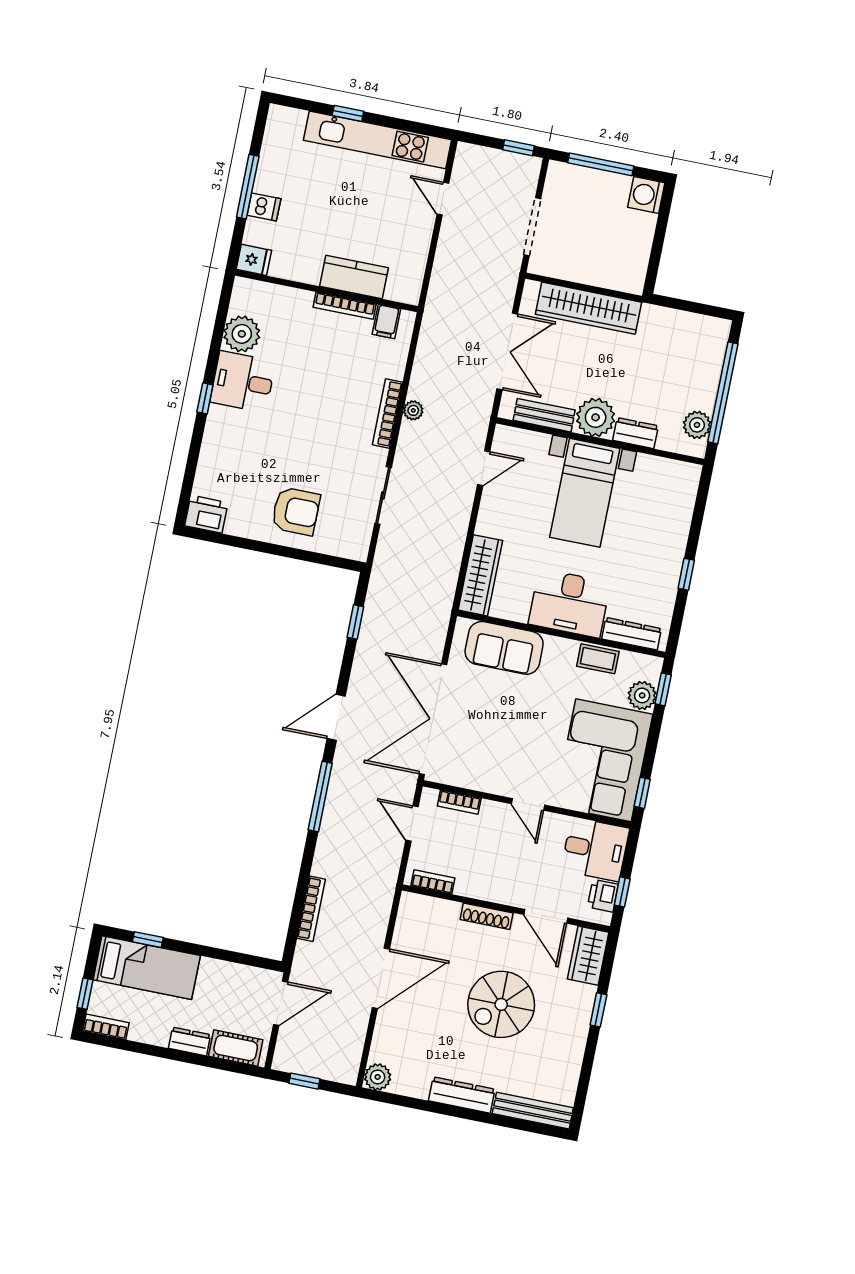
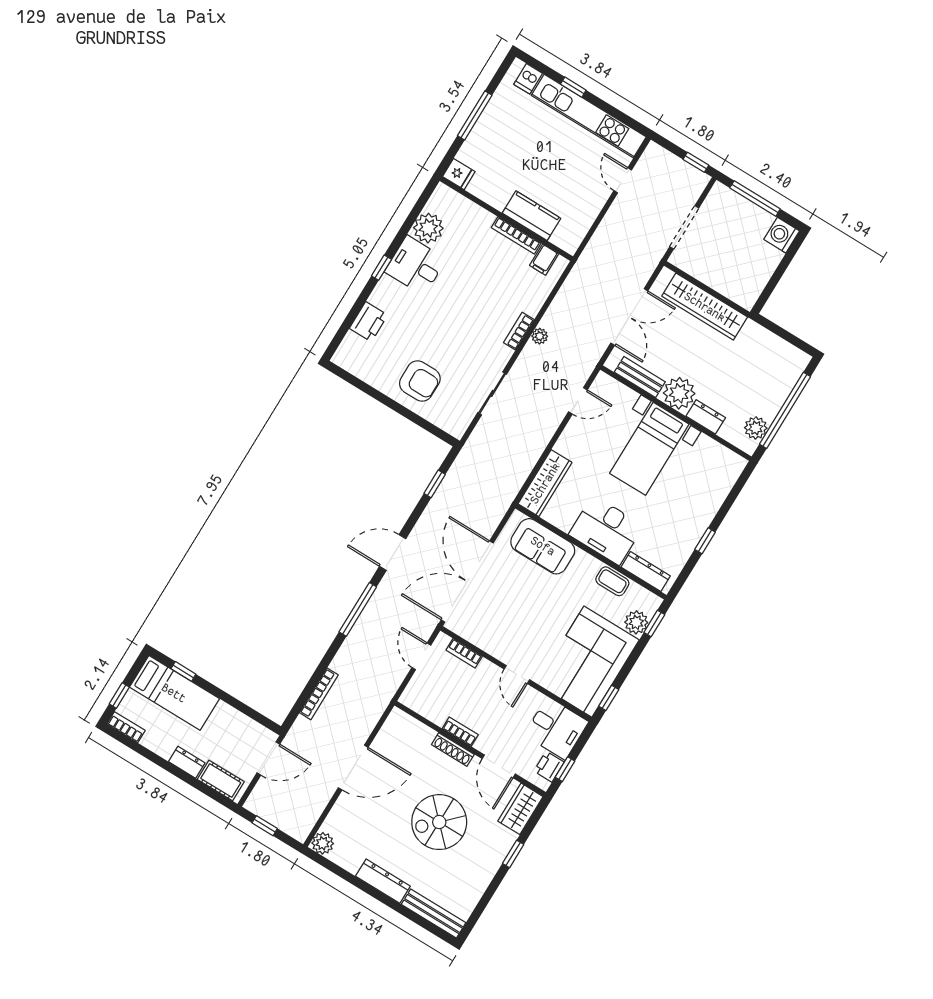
dishwasher: (264, 207) -> (528, 79), moved, turned 90
bookcase: (388, 413) -> (519, 331), width x0.64
printer: (206, 514) -> (369, 322), moved, turned 90
bookcase: (433, 882) -> (460, 732), moved

